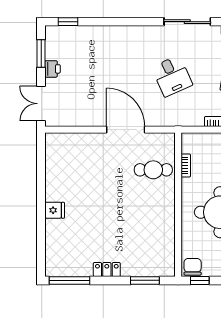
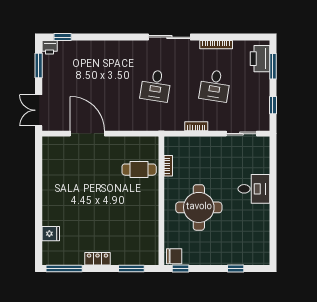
printer: (52, 69) -> (50, 47), moved, turned 90
desk: (172, 76) -> (156, 86), turned 33
door: (126, 130) -> (87, 134), moved
fridge: (55, 210) -> (51, 234), moved
chair: (193, 267) -> (174, 256), turned 90

